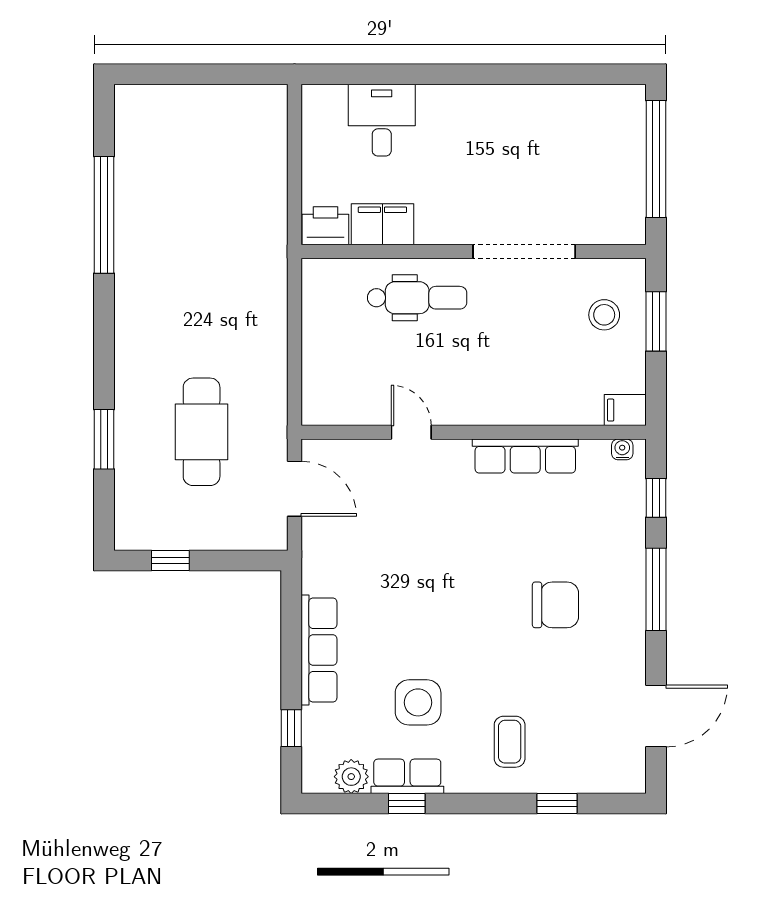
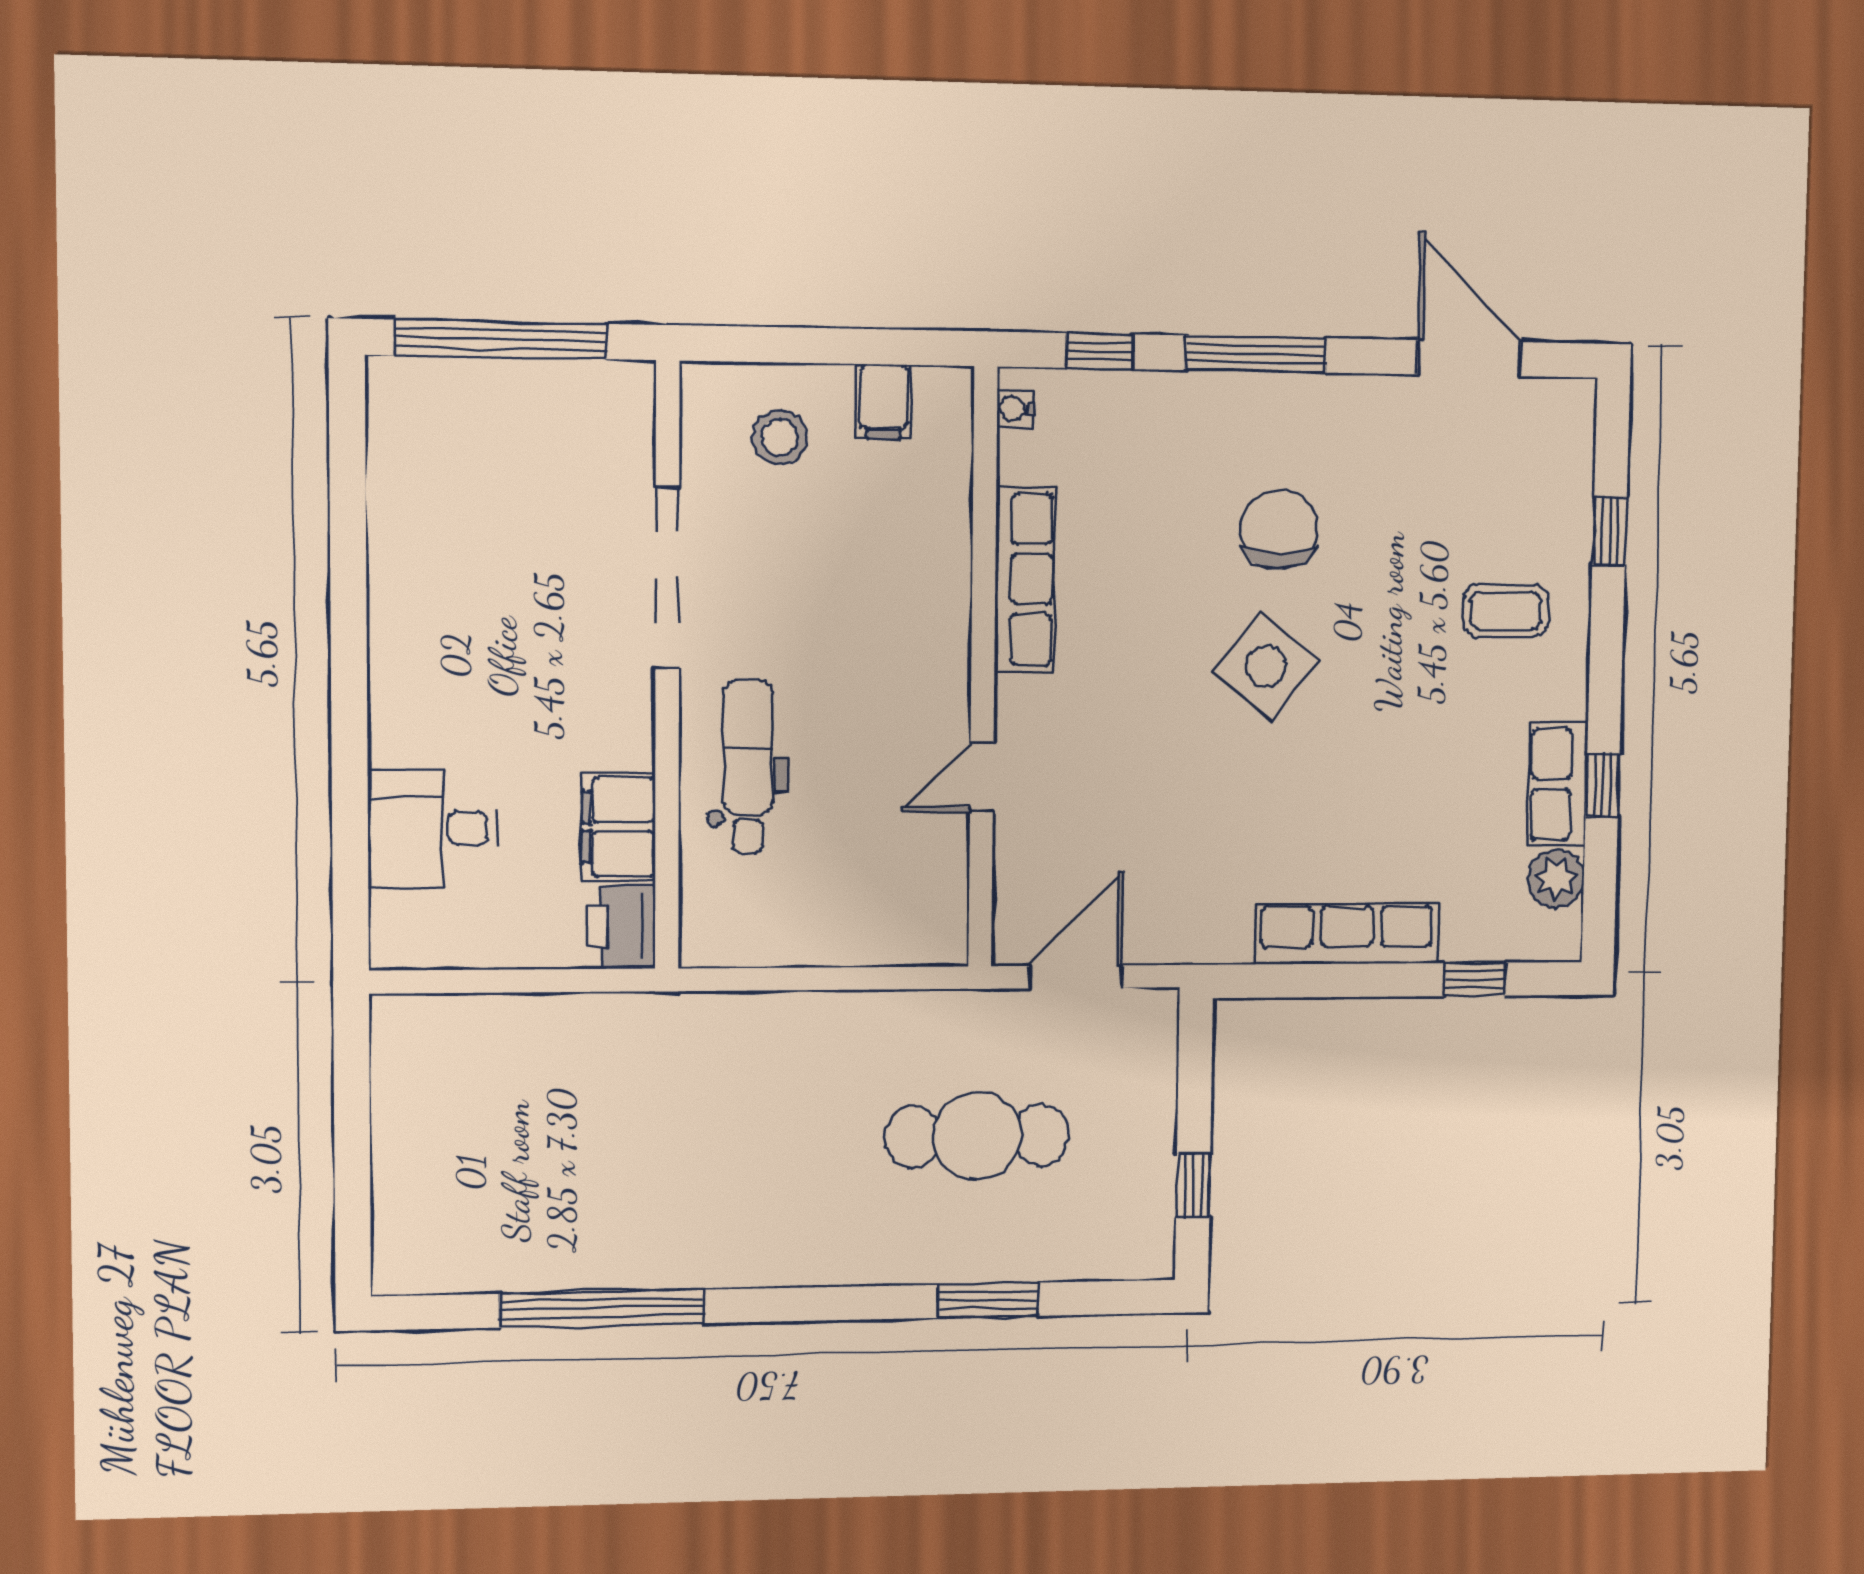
window: (656, 321) -> (792, 345), removed
filing cabinet: (625, 410) -> (884, 401), moved
side table: (418, 702) -> (1266, 666), moved, turned 38

